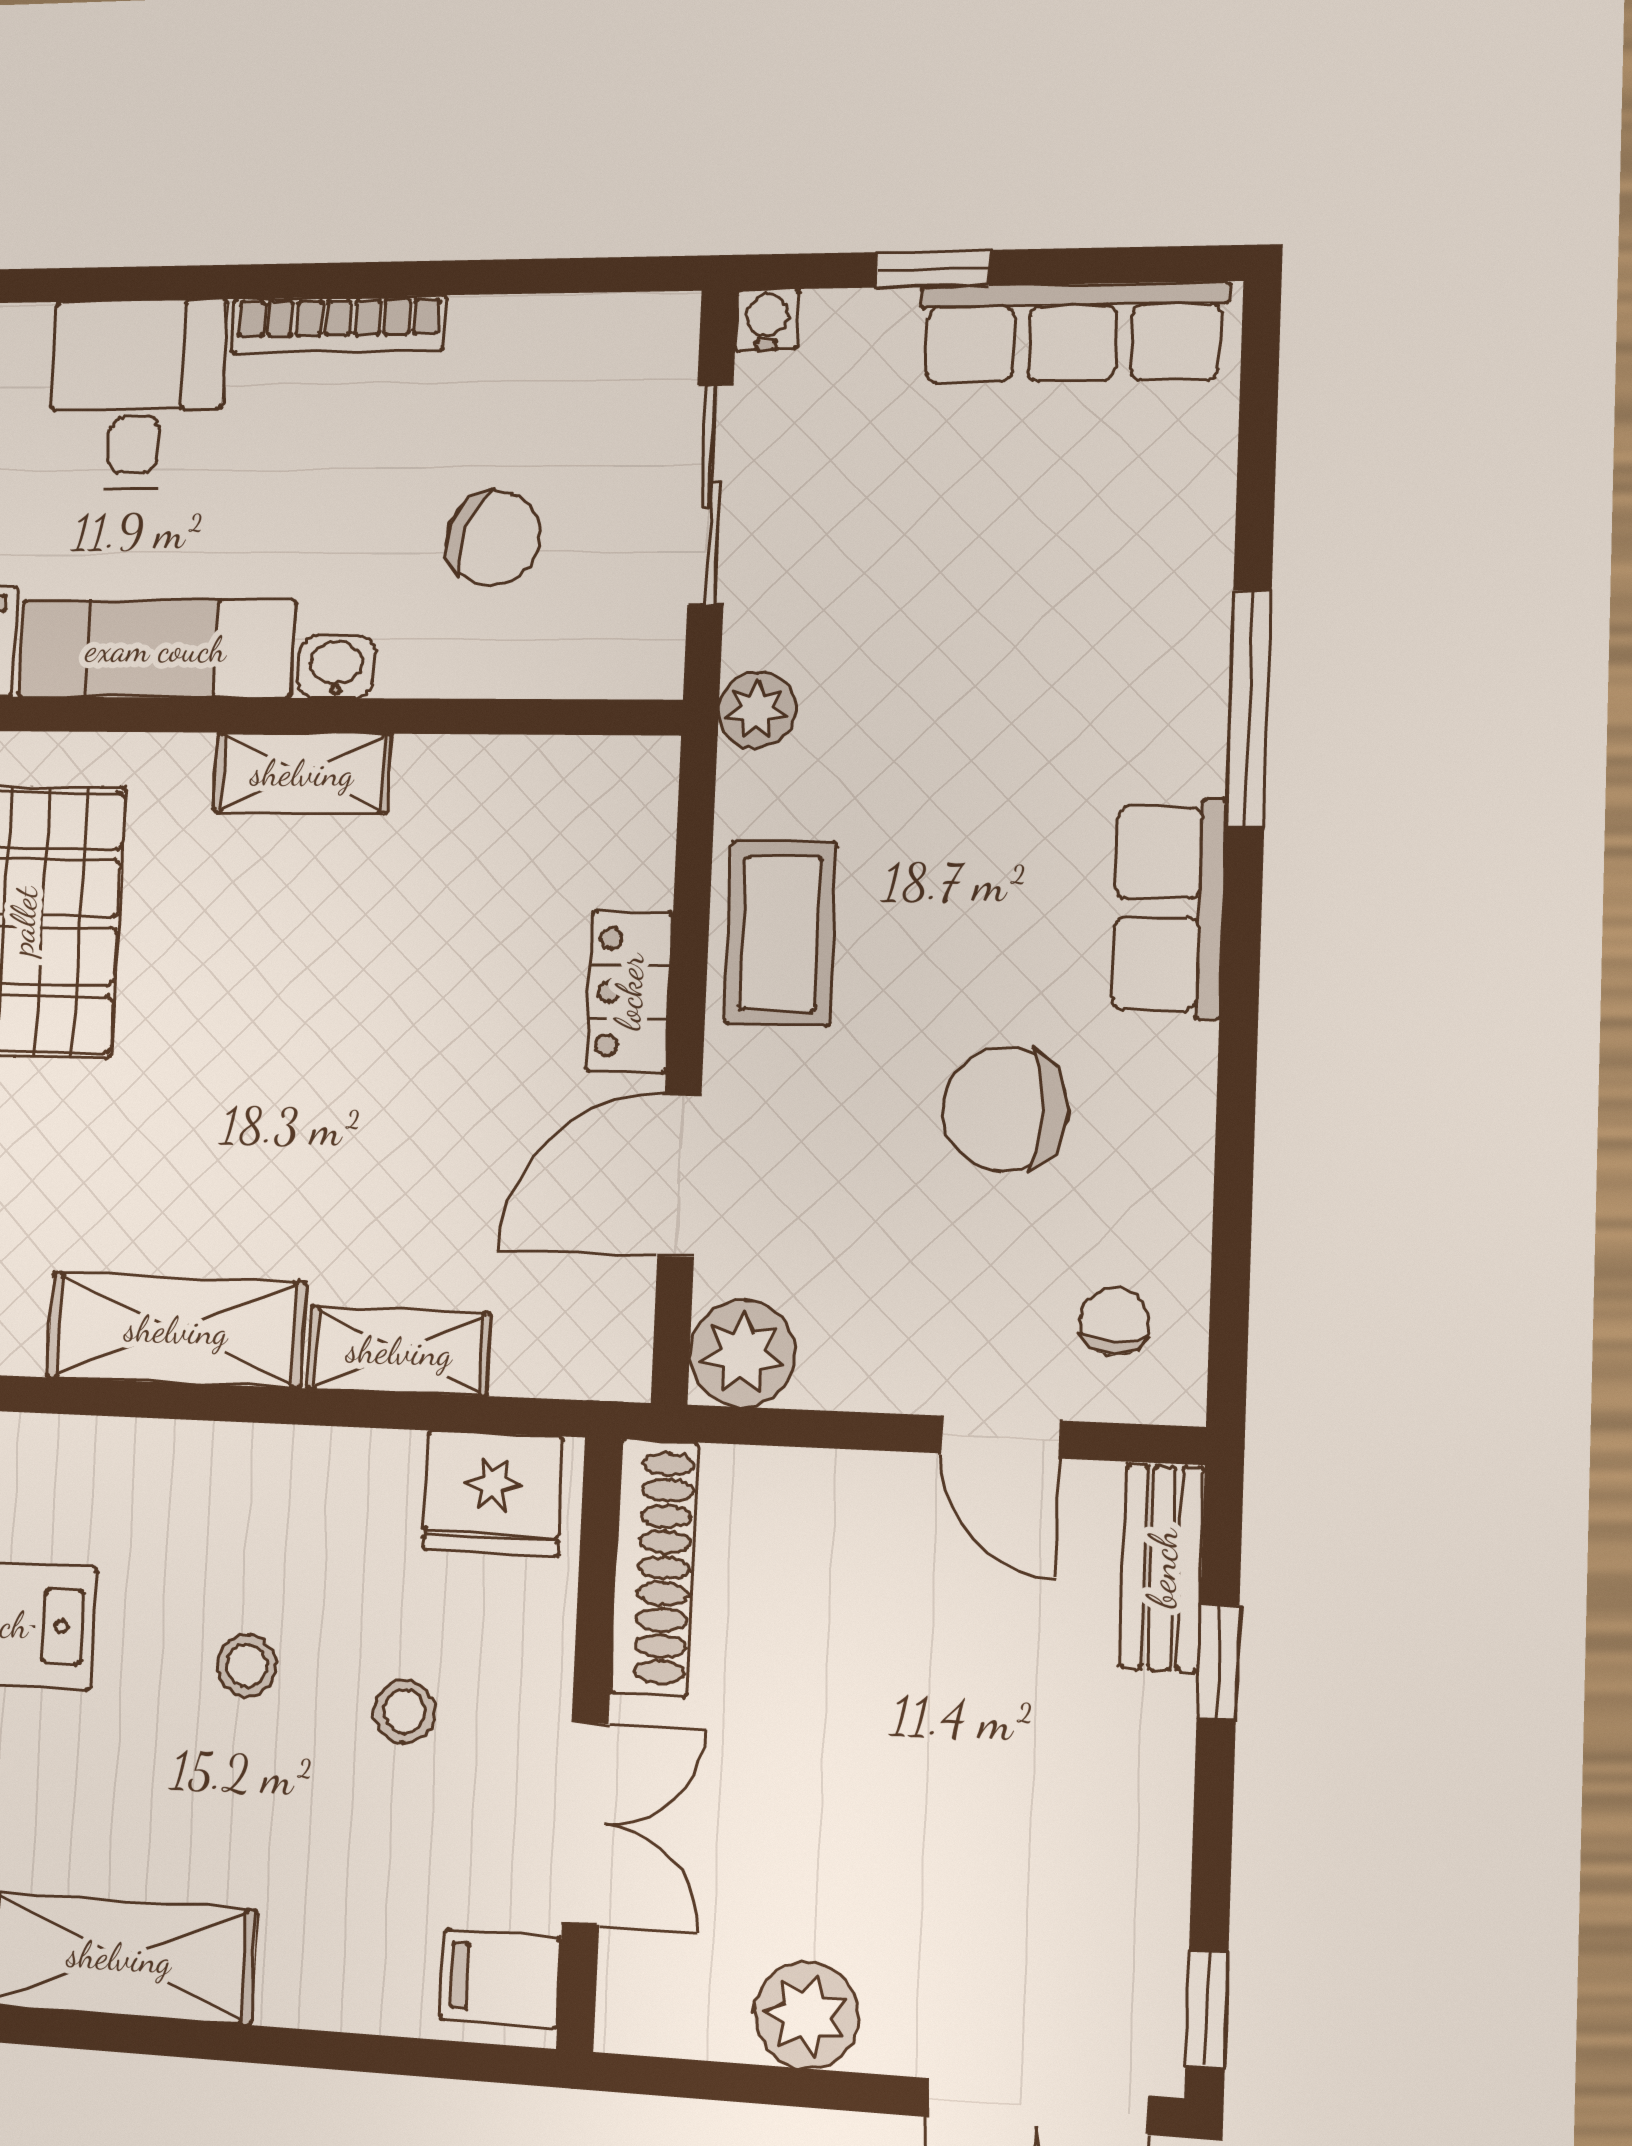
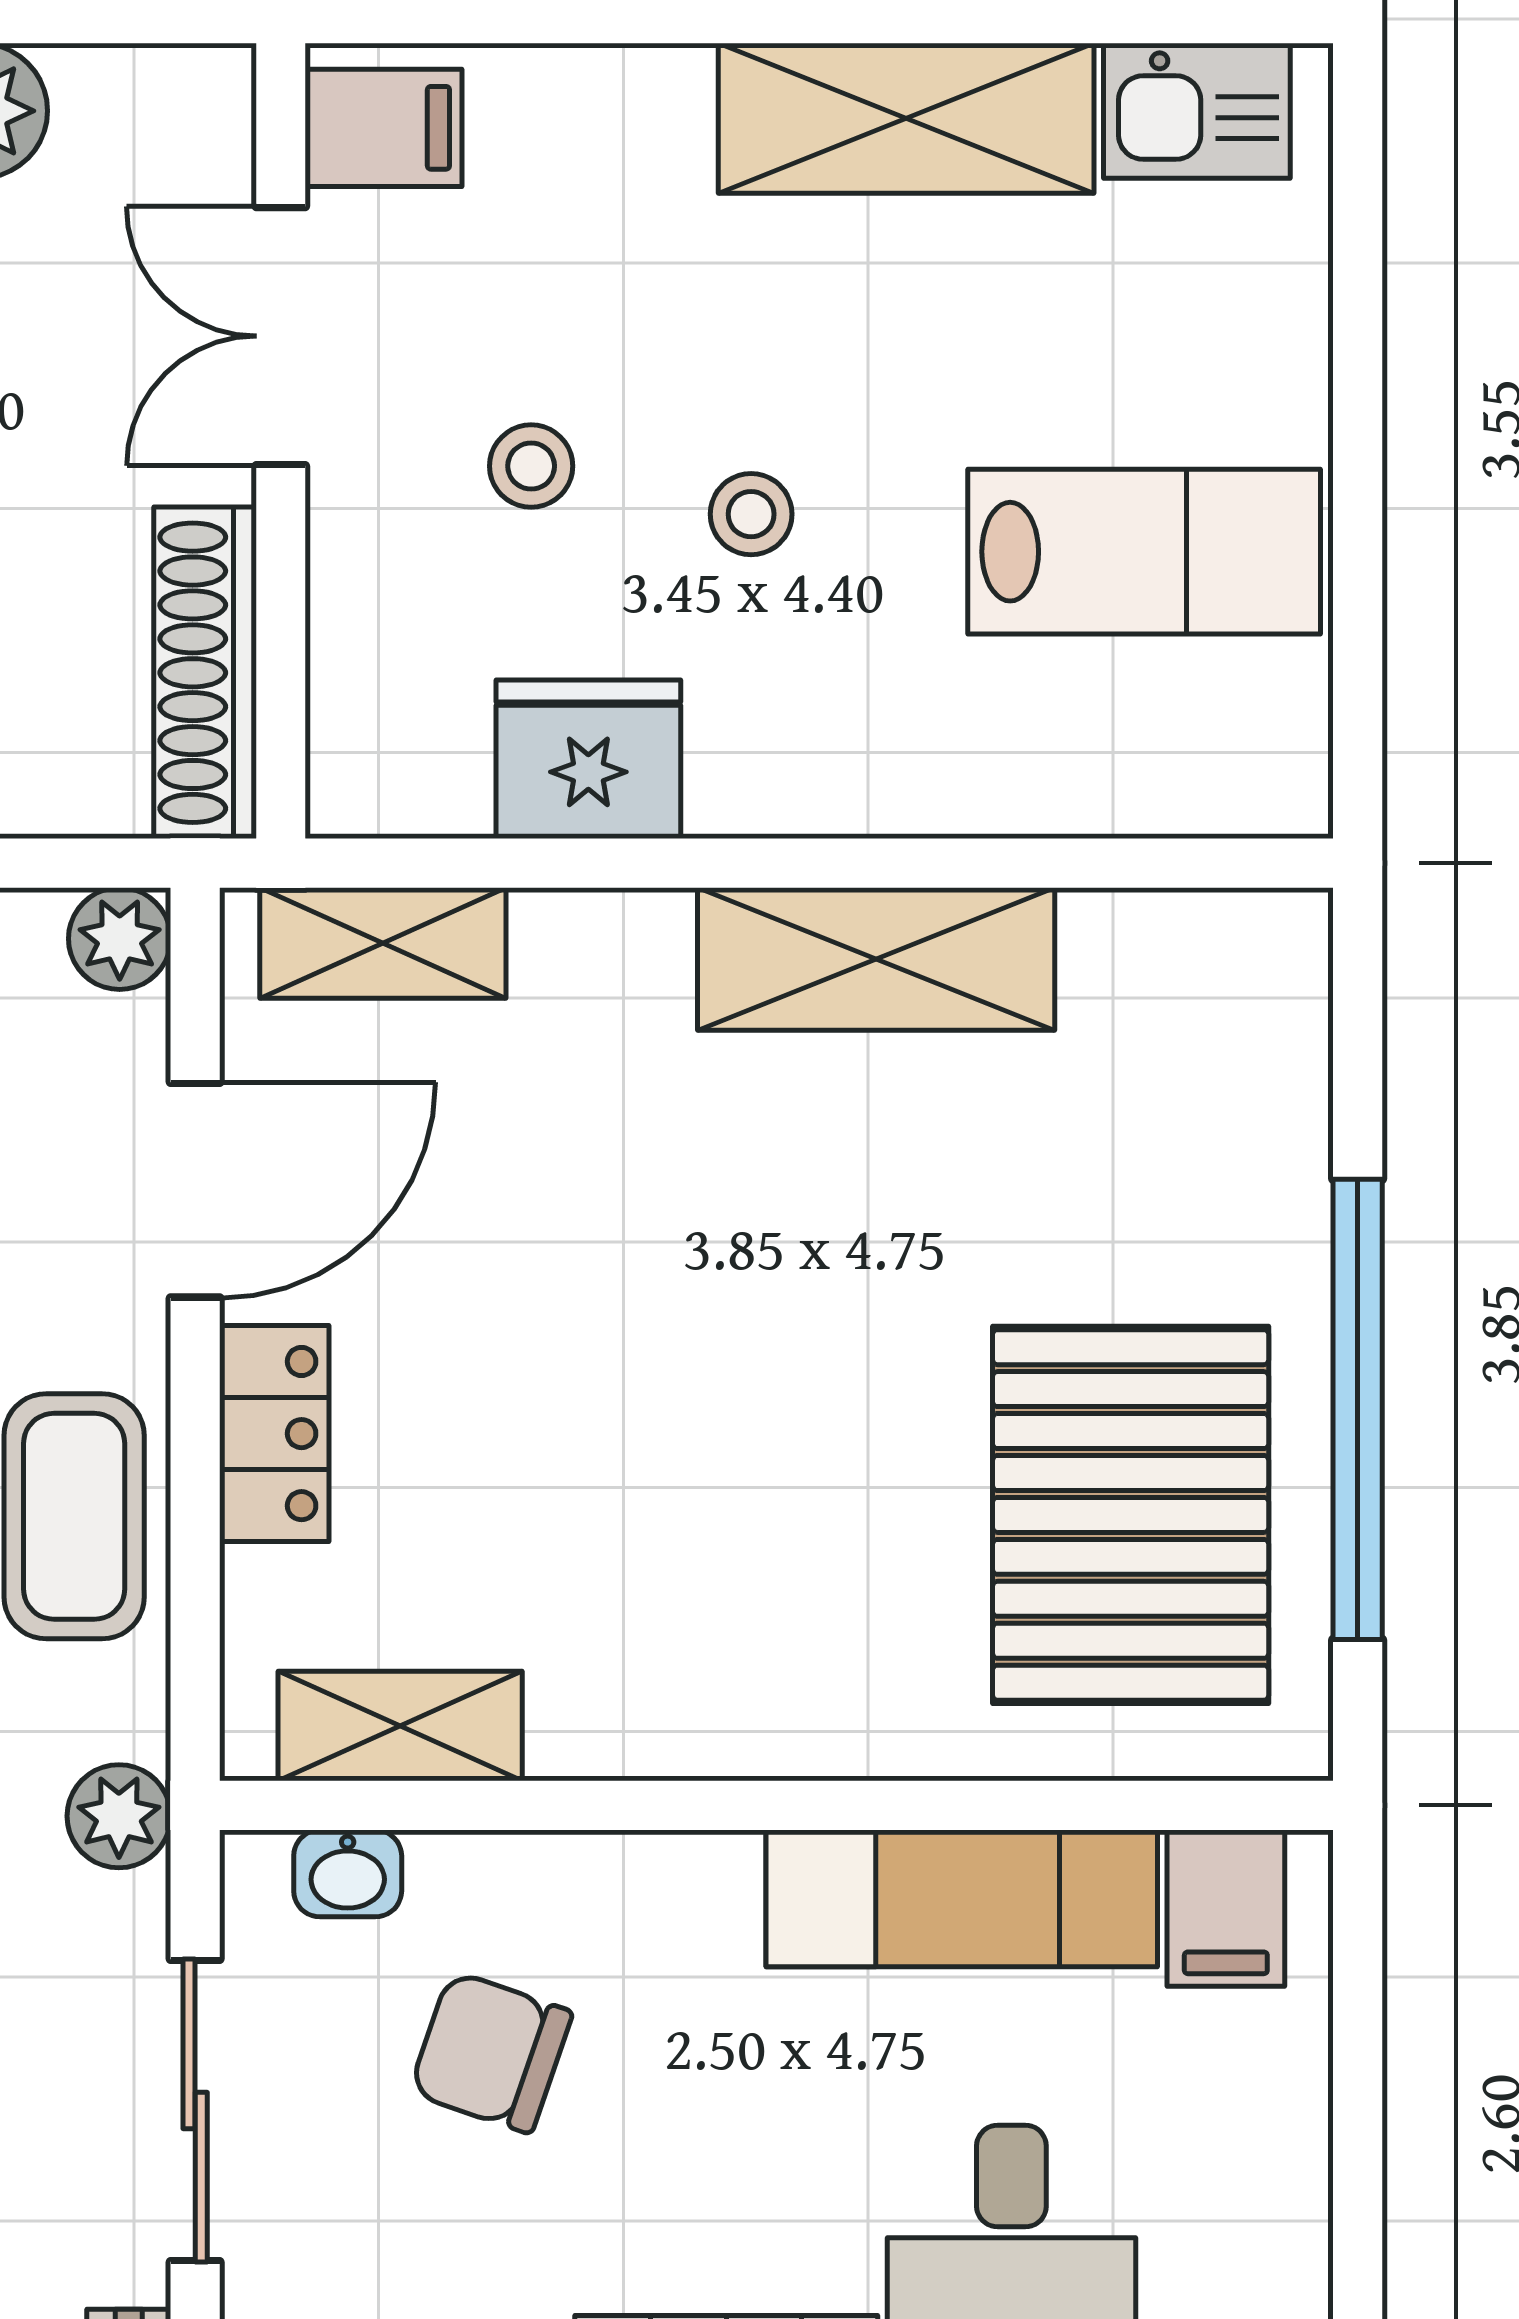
washbasin: (336, 667) -> (348, 1873), moved
shelving: (302, 773) -> (400, 1726), moved
shelving: (399, 1351) -> (383, 943), moved
plant: (742, 1354) -> (120, 939), width x0.73, depth x0.73
fridge: (493, 1493) -> (588, 759), moved

